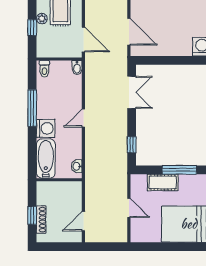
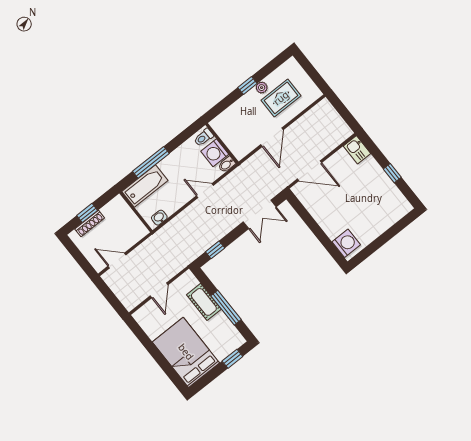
door: (129, 32) -> (309, 171), hinge flipped
wall: (59, 59) -> (222, 143), moved
bidet: (77, 68) -> (227, 164), moved
toilet: (44, 69) -> (204, 137), moved
window: (32, 108) -> (151, 162), moved
washing machine: (46, 128) -> (215, 153), moved, turned 90

